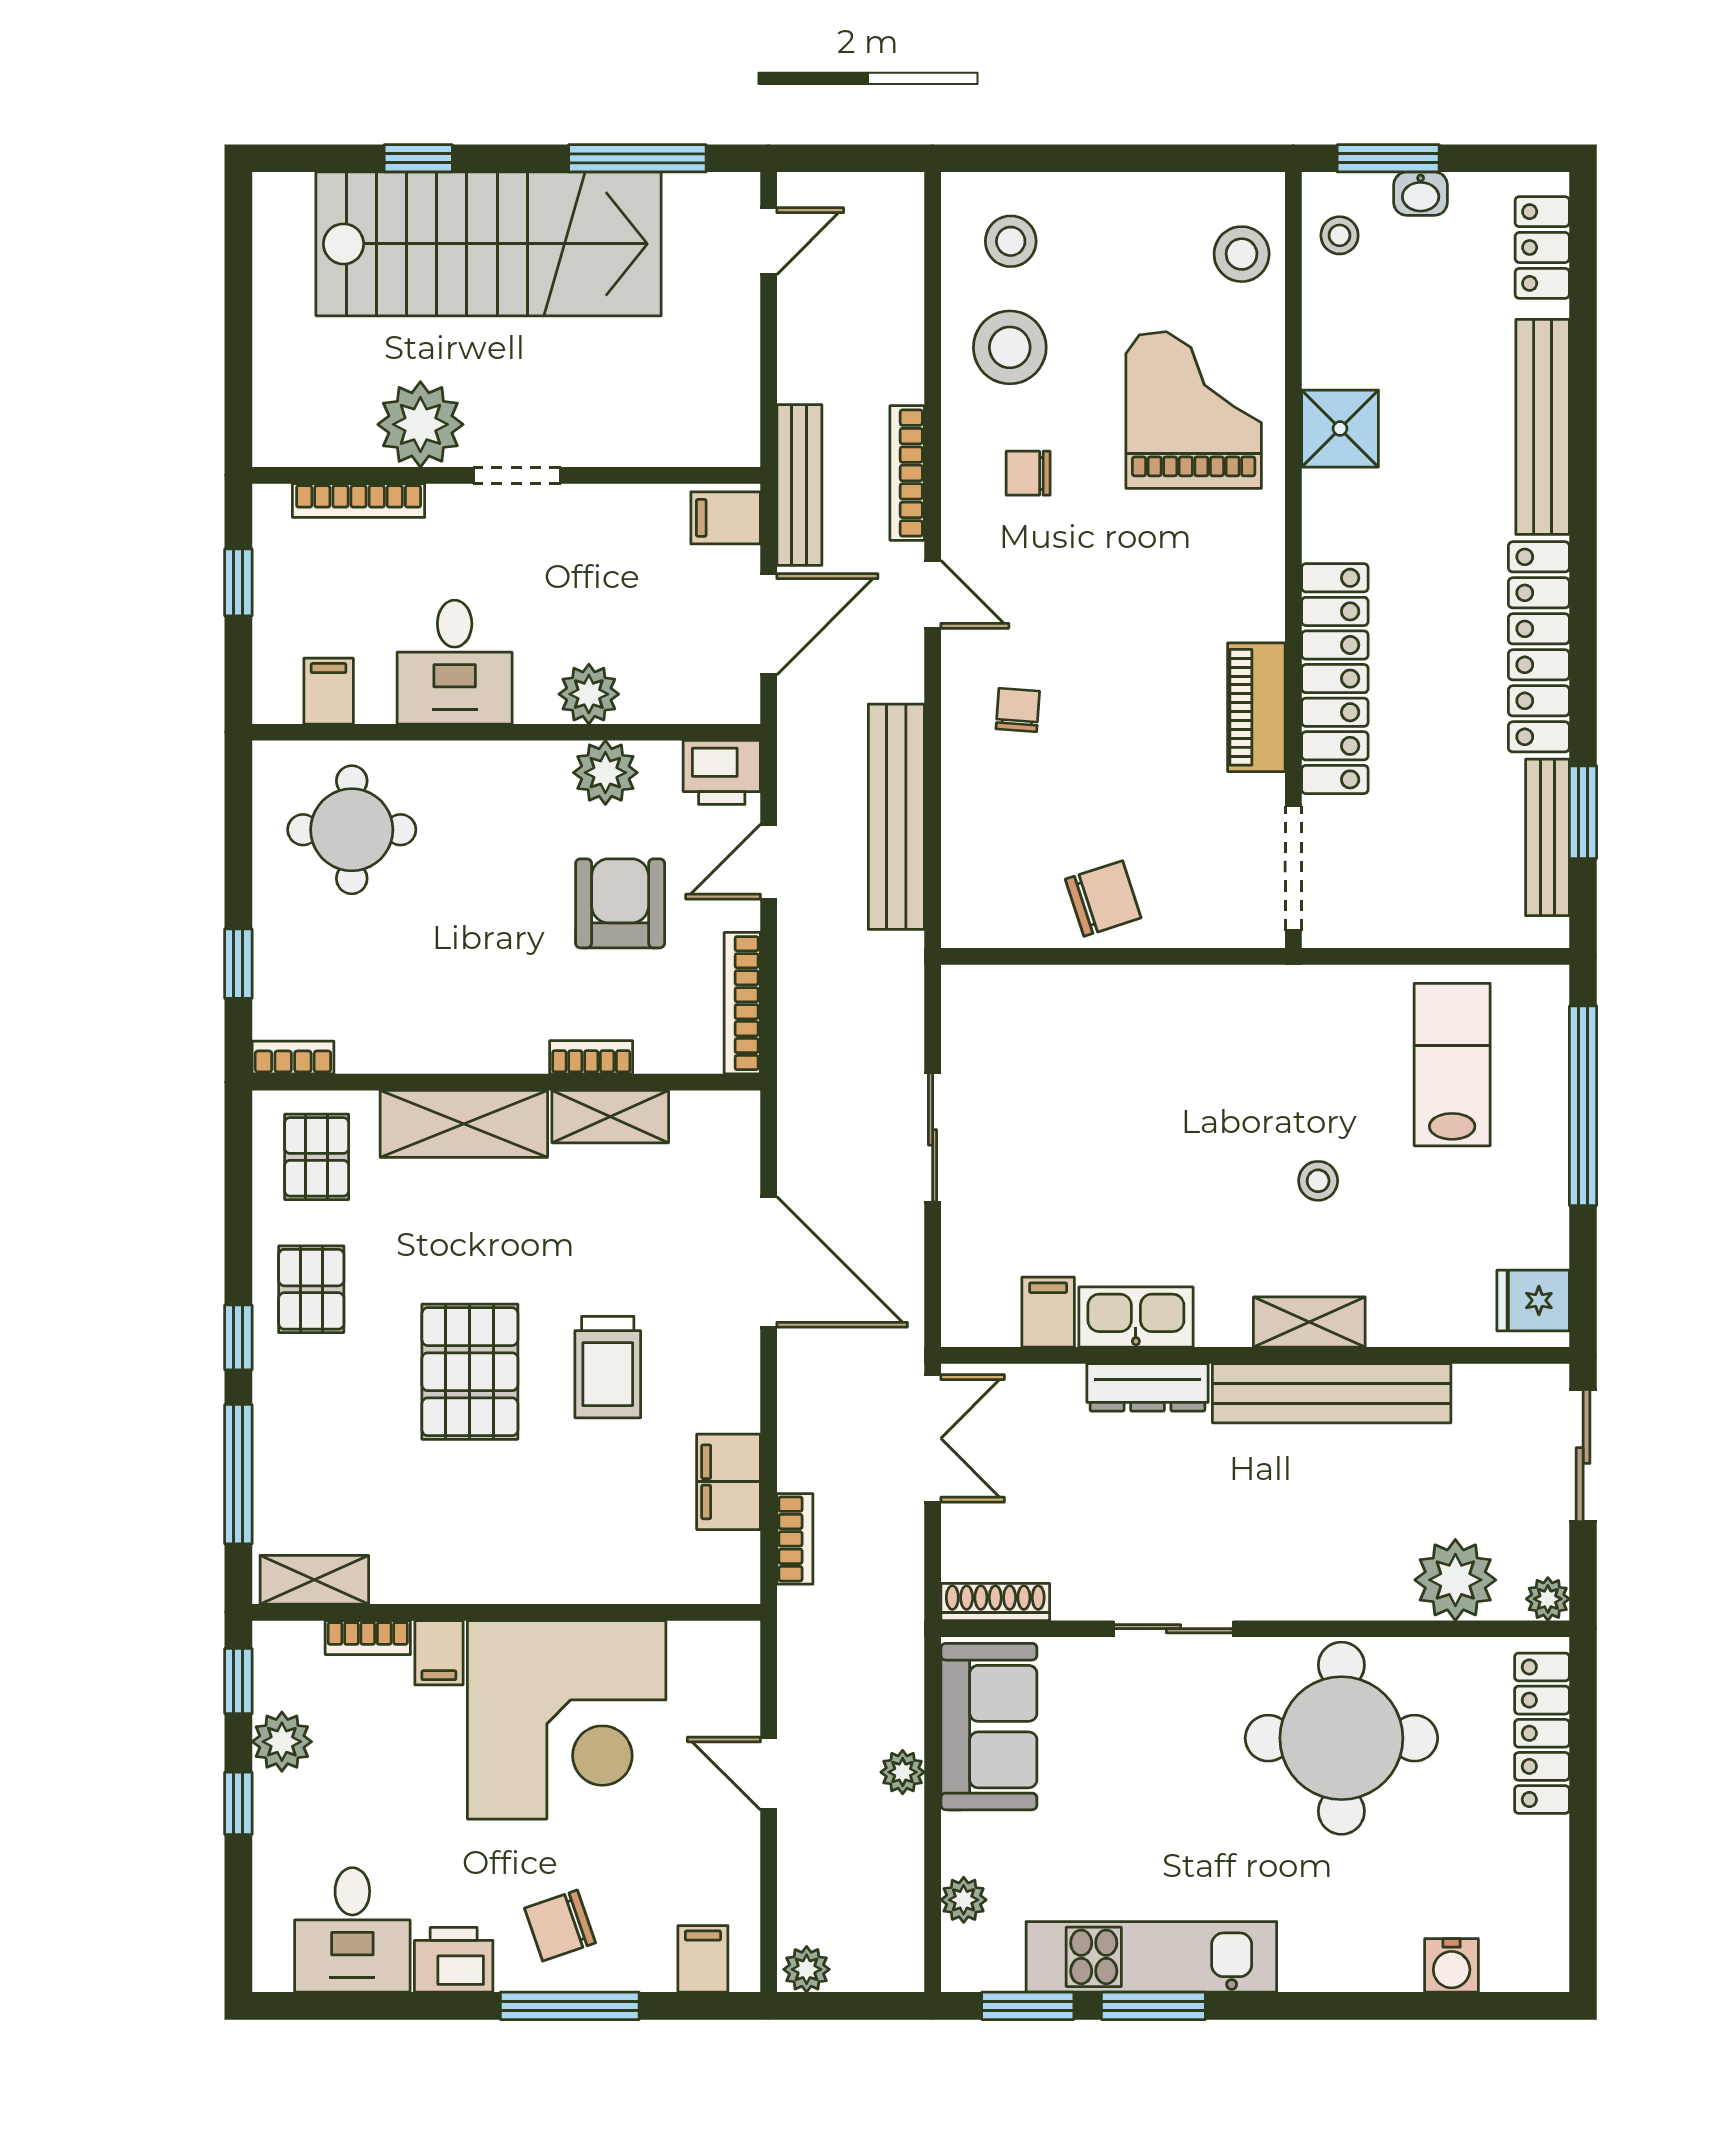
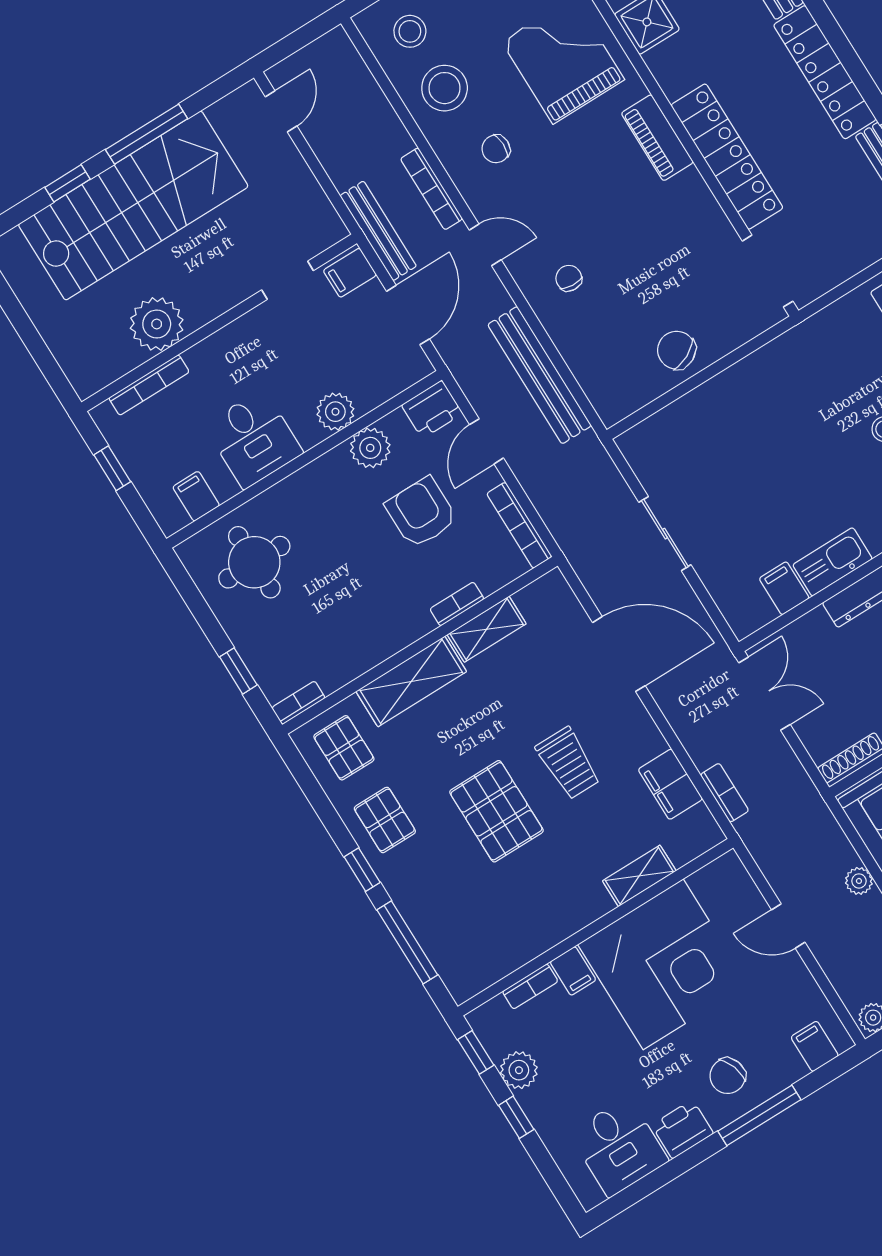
window: (637, 158) -> (147, 134), moved
doorway: (517, 475) -> (287, 280), moved
piano: (1256, 707) -> (657, 138), moved
chair: (1103, 899) -> (677, 350), turned -99
shelving: (314, 1580) -> (639, 876), moved

